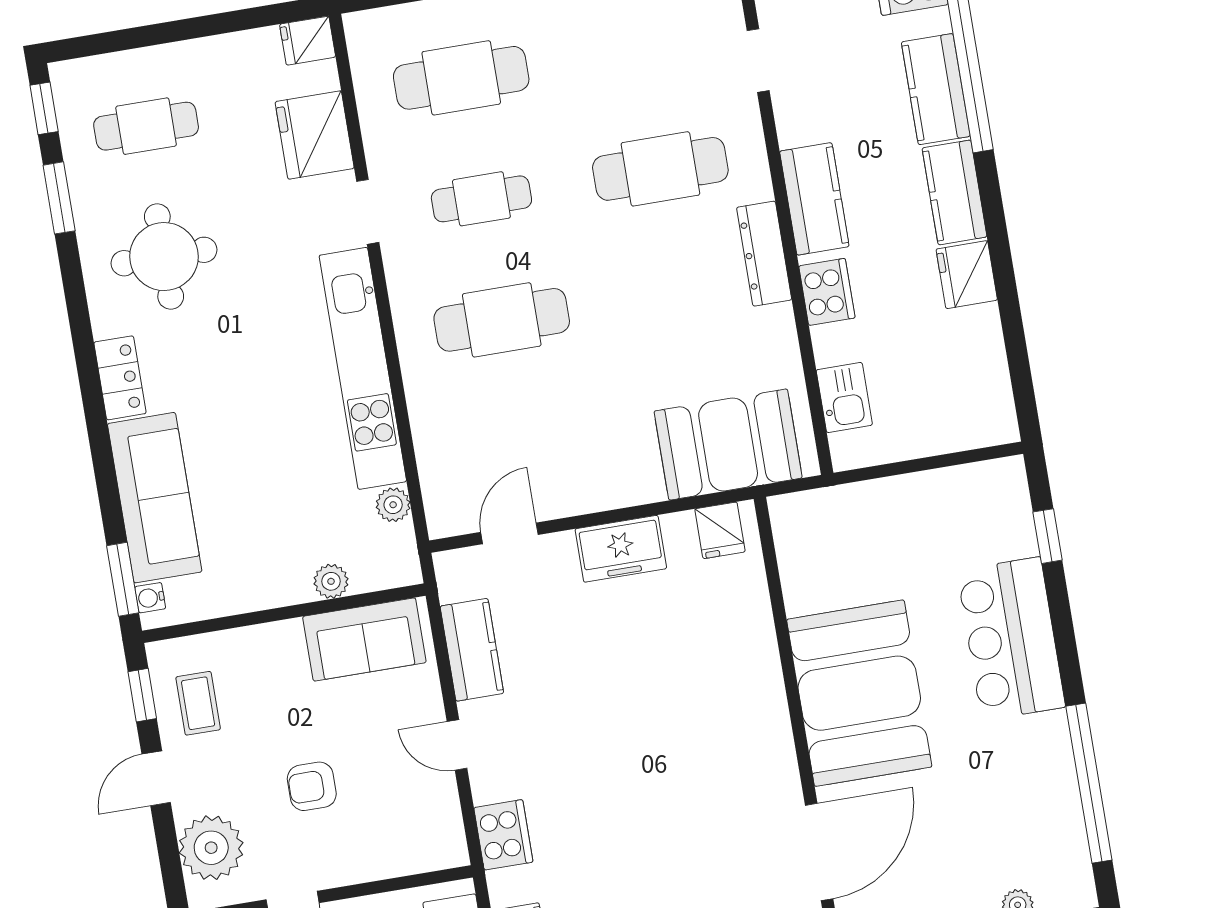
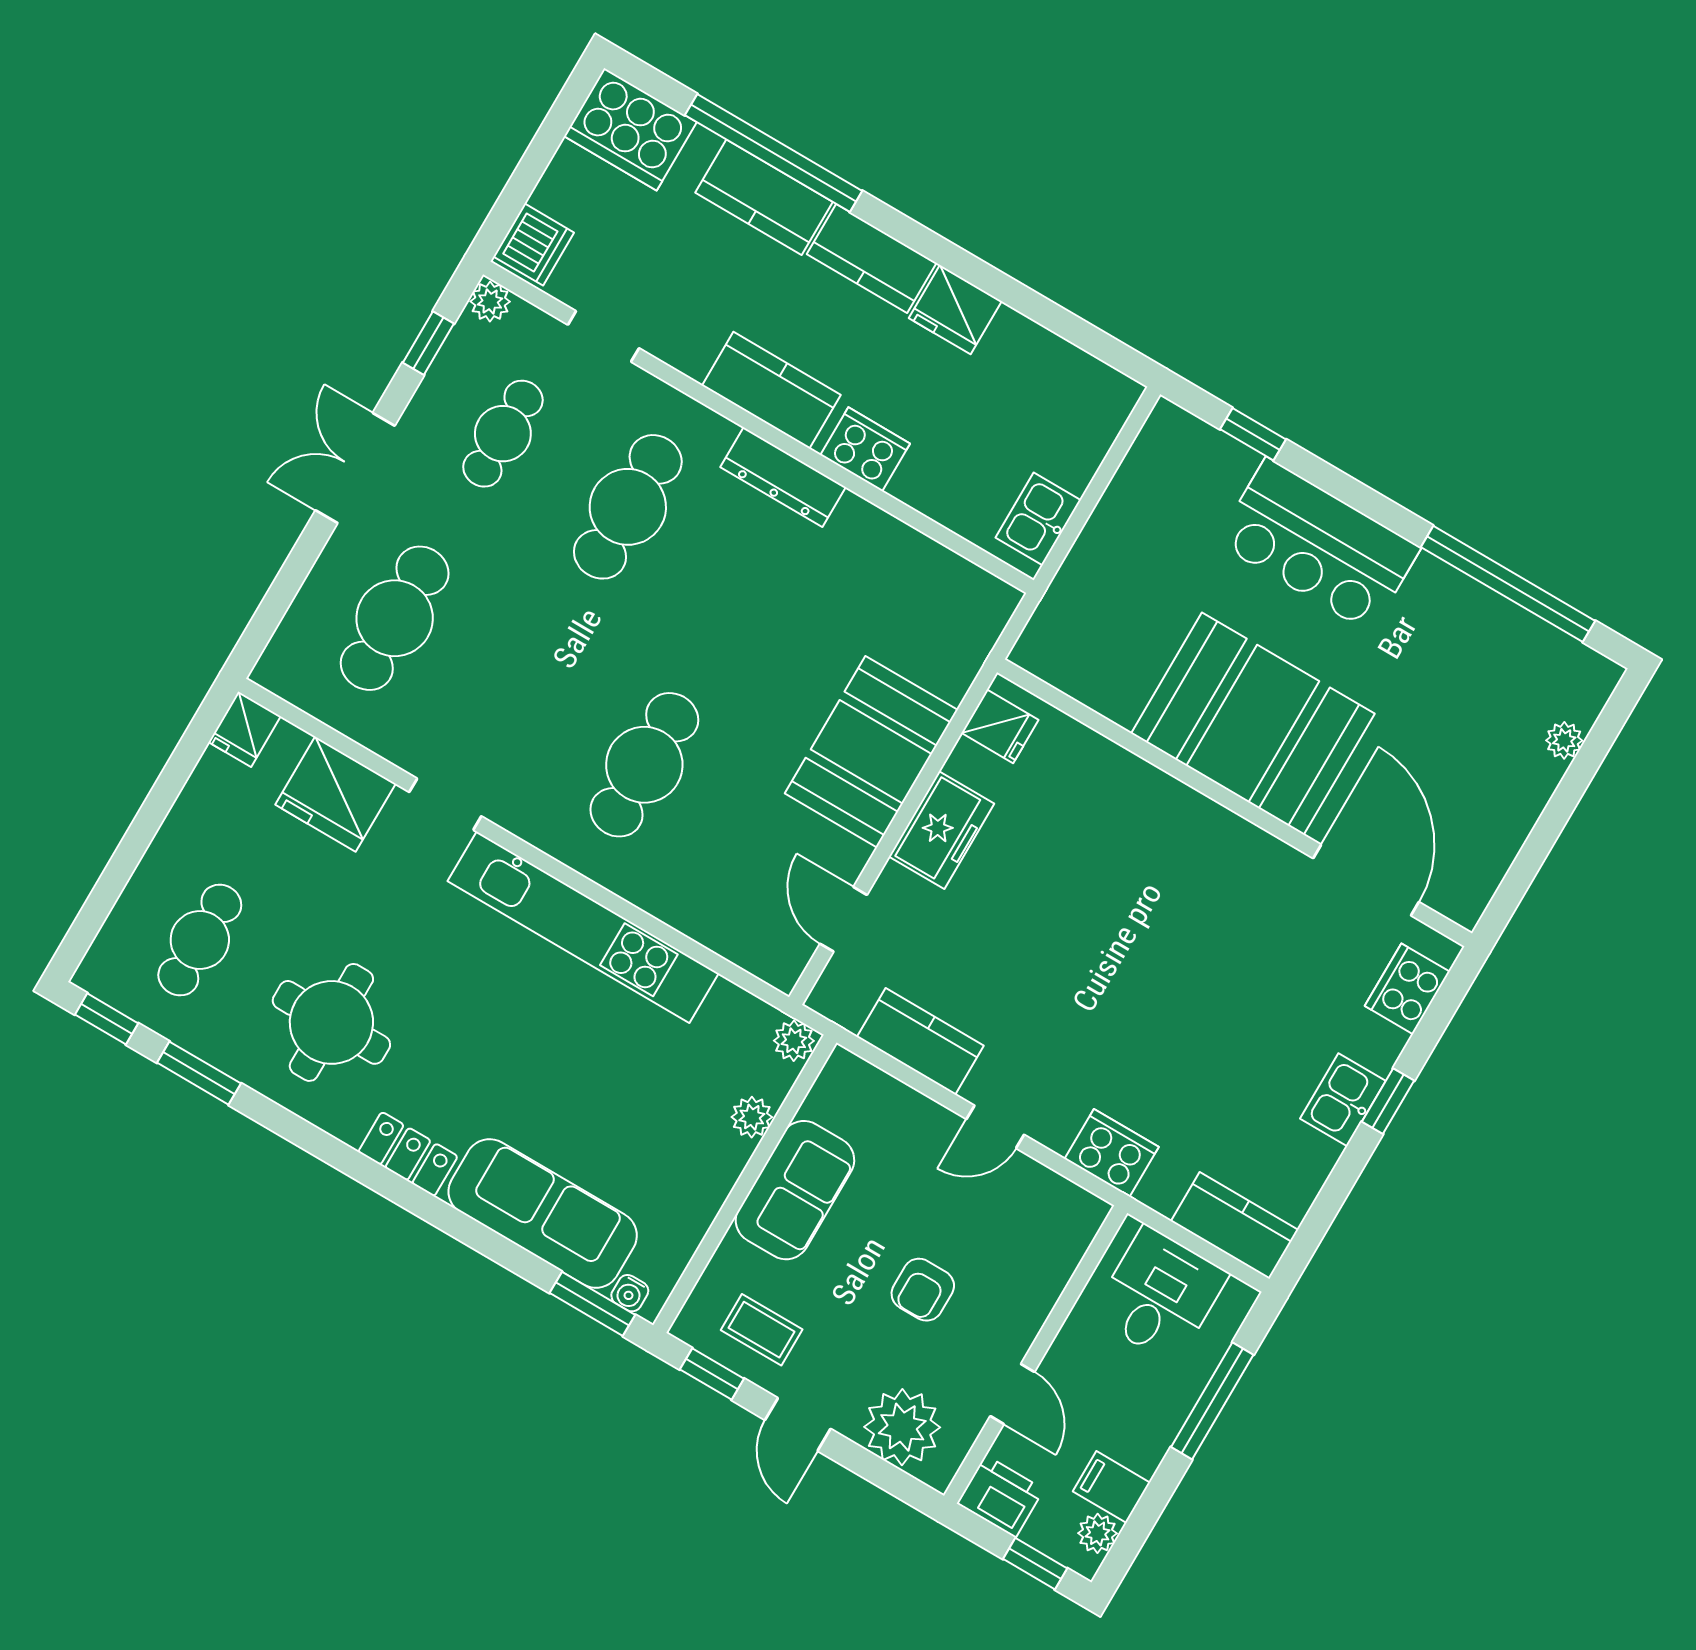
cafe table: (481, 199) -> (503, 434), moved
kitchen sink: (844, 397) -> (1038, 519), moved, turned -90
booth: (728, 445) -> (871, 752), moved
plant: (393, 505) -> (794, 1041), moved
sofa: (364, 639) -> (795, 1190), moved

